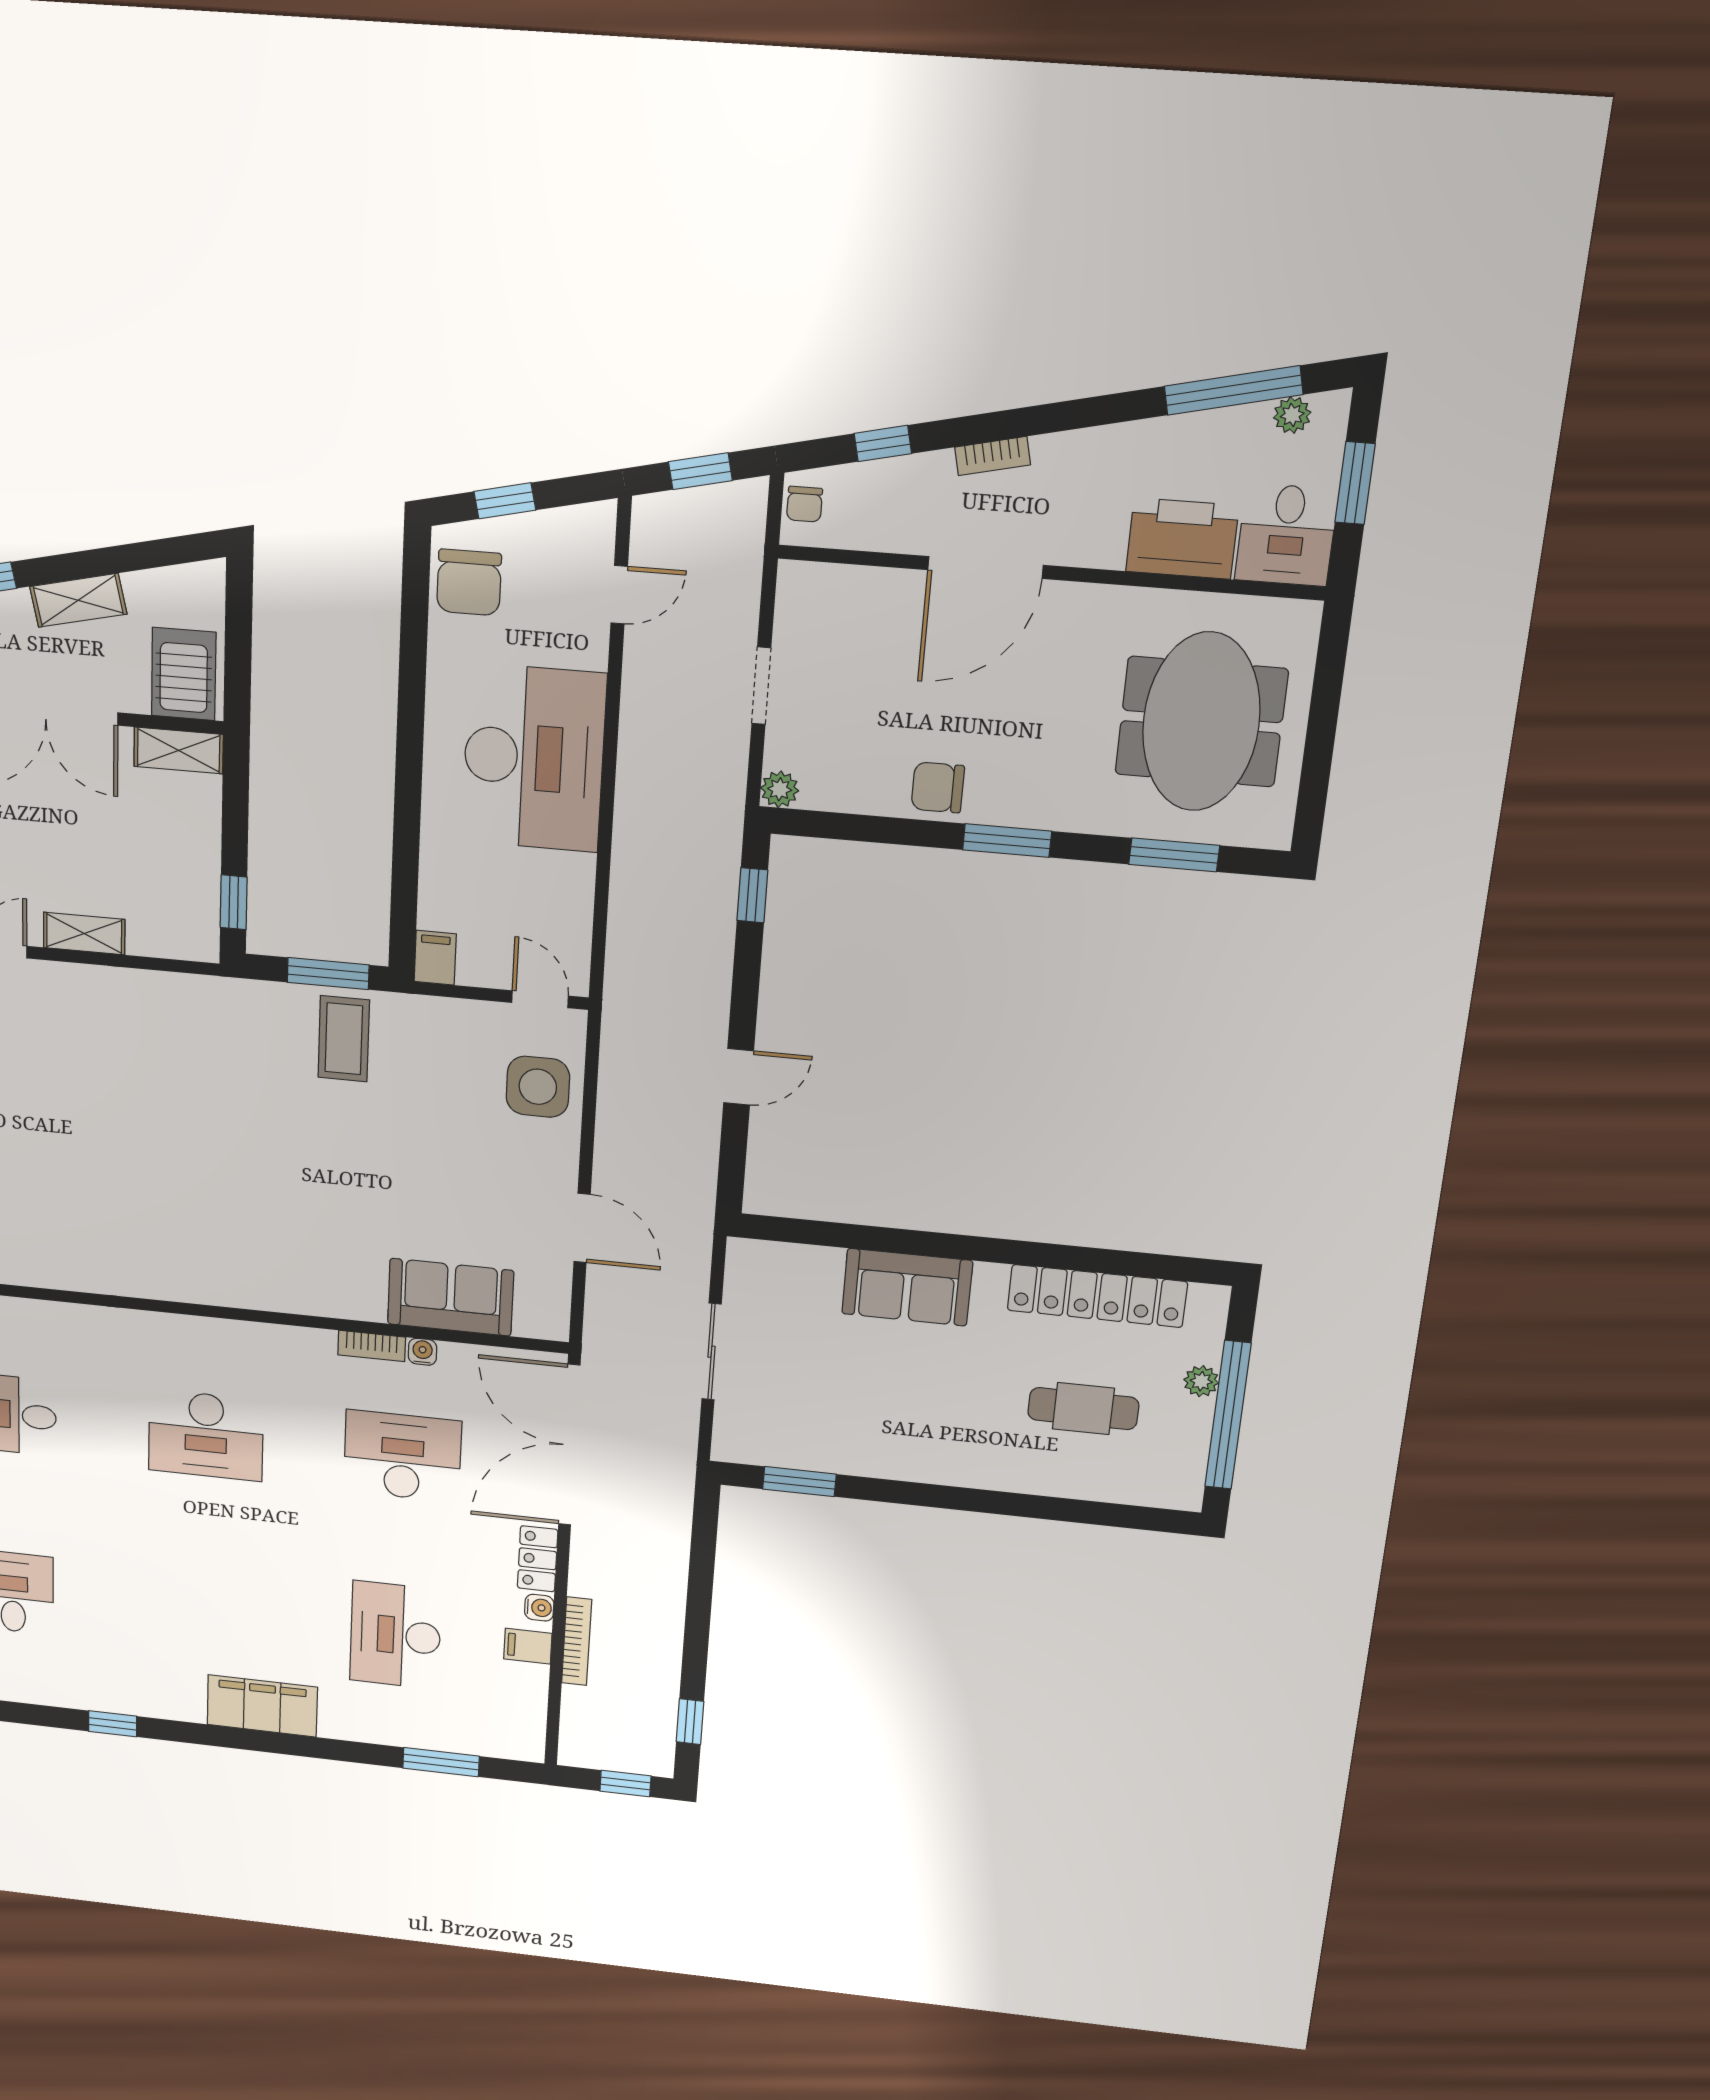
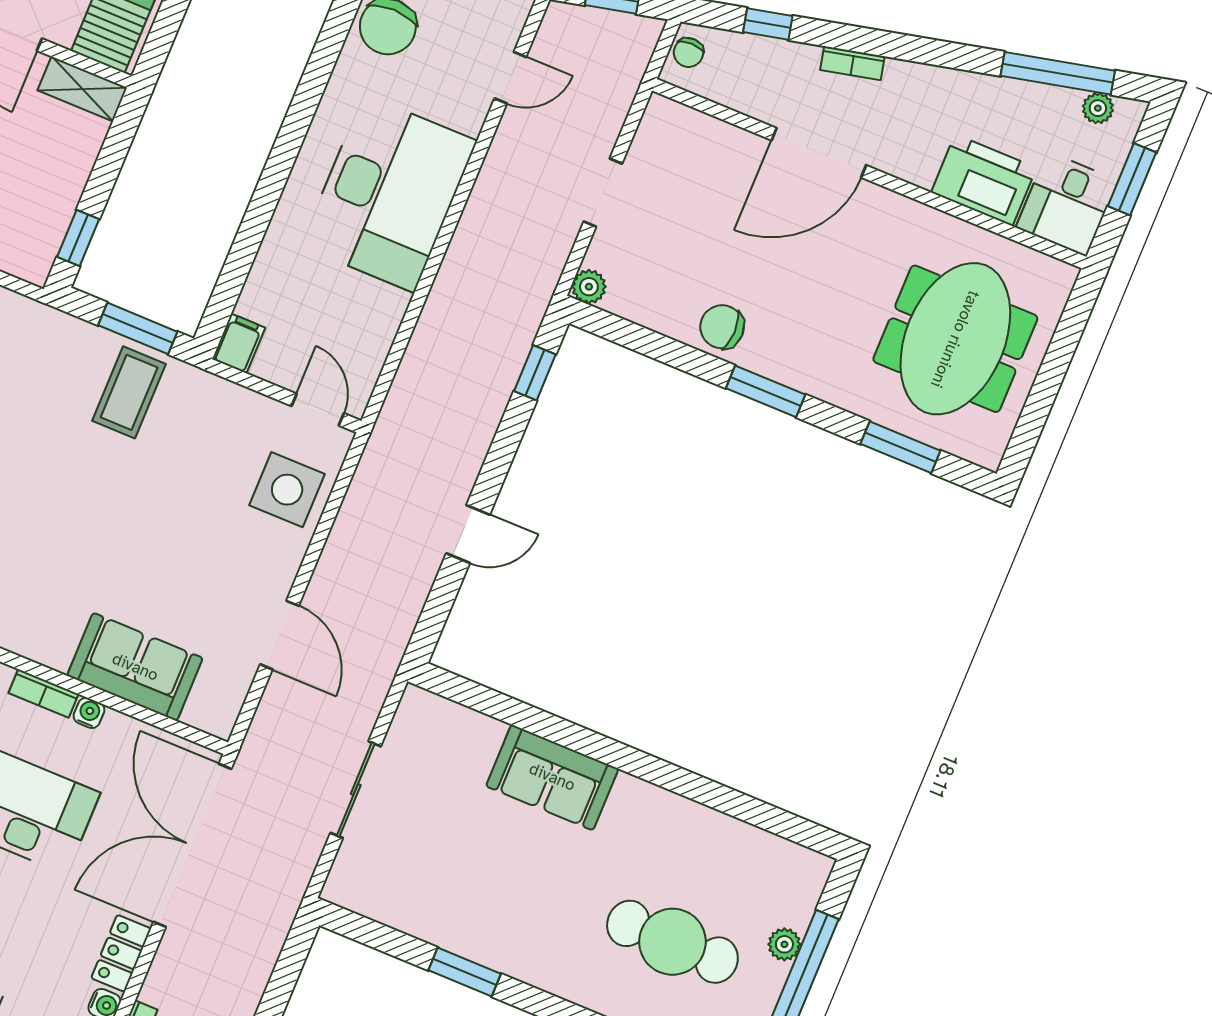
locker: (1097, 1296) -> (717, 835), removed
cafe table: (1083, 1409) -> (672, 942), width x1.37, depth x1.35
window: (799, 1482) -> (465, 972), moved

